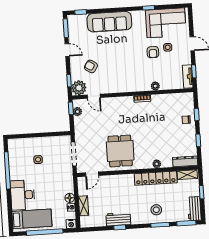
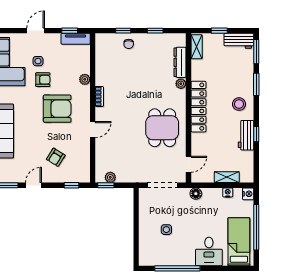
armchair: (130, 65) -> (57, 109), added
plant: (79, 88) -> (81, 174), removed
door: (94, 96) -> (93, 130), moved
dining table: (120, 151) -> (162, 128), turned 90
dresser: (185, 161) -> (180, 62), moved
door: (92, 174) -> (188, 164), hinge flipped
locker: (156, 178) -> (198, 107), moved
desk: (23, 195) -> (209, 251), width x0.73
floor lamp: (70, 198) -> (196, 194), moved
stool: (156, 210) -> (239, 104), moved

